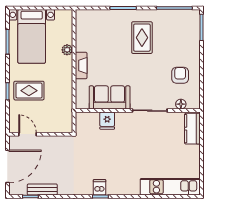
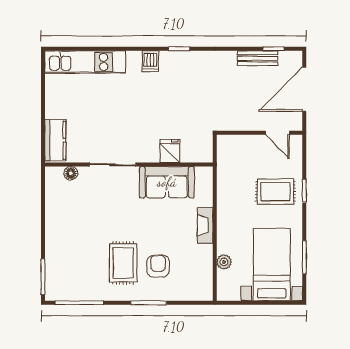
plant: (67, 50) -> (224, 262), moved
armchair: (180, 75) -> (158, 266), moved, turned 180
dishwasher: (100, 187) -> (150, 61), moved

